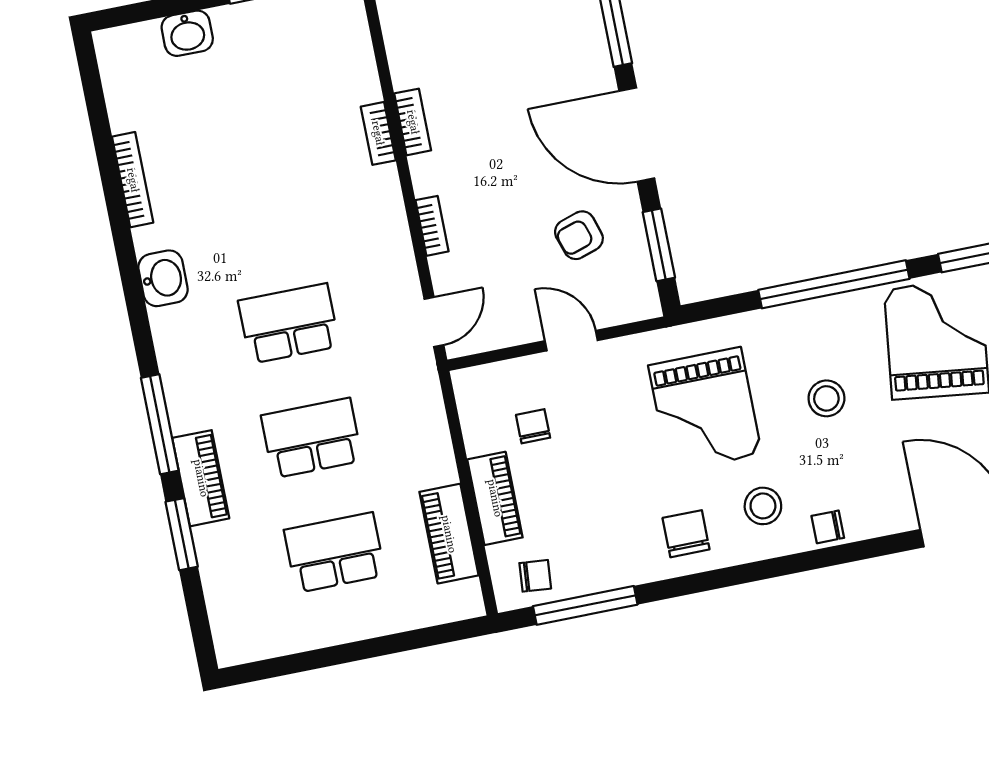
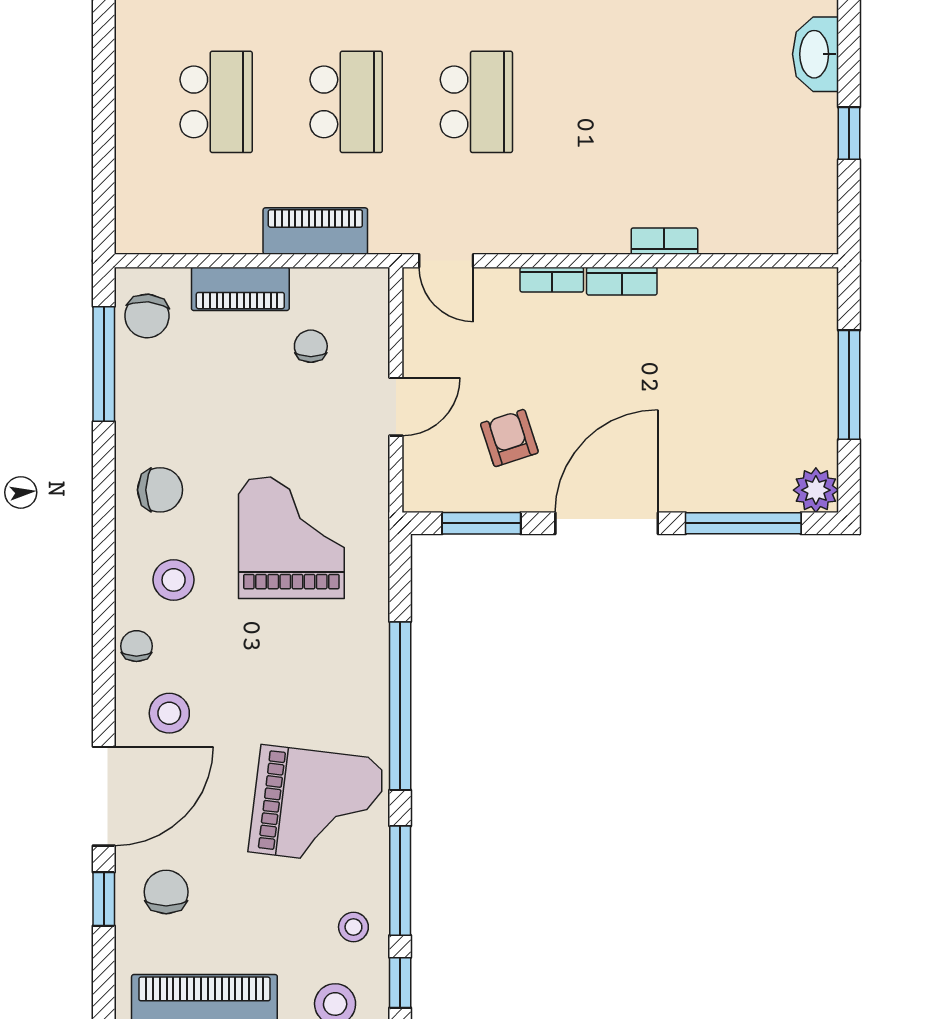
washbasin: (187, 33) -> (816, 54), width x1.38
bookcase: (413, 122) -> (622, 281), moved
stool: (826, 398) -> (169, 713), moved
grand piano: (705, 410) -> (291, 538), turned 90
chair: (533, 426) -> (311, 346), turned -90
piano: (449, 534) -> (315, 231), moved
chair: (535, 576) -> (147, 316), width x1.37, depth x1.37

